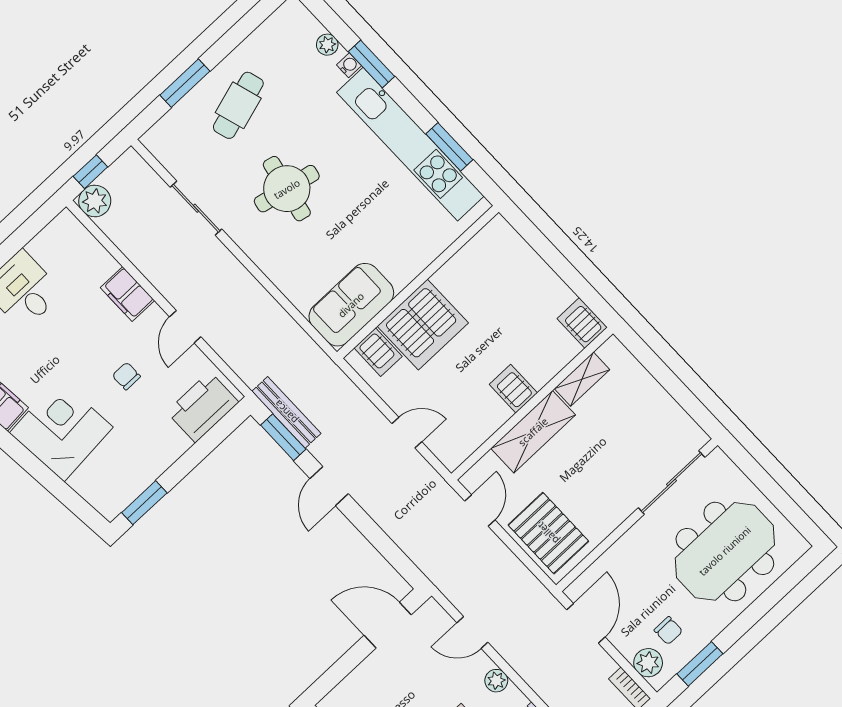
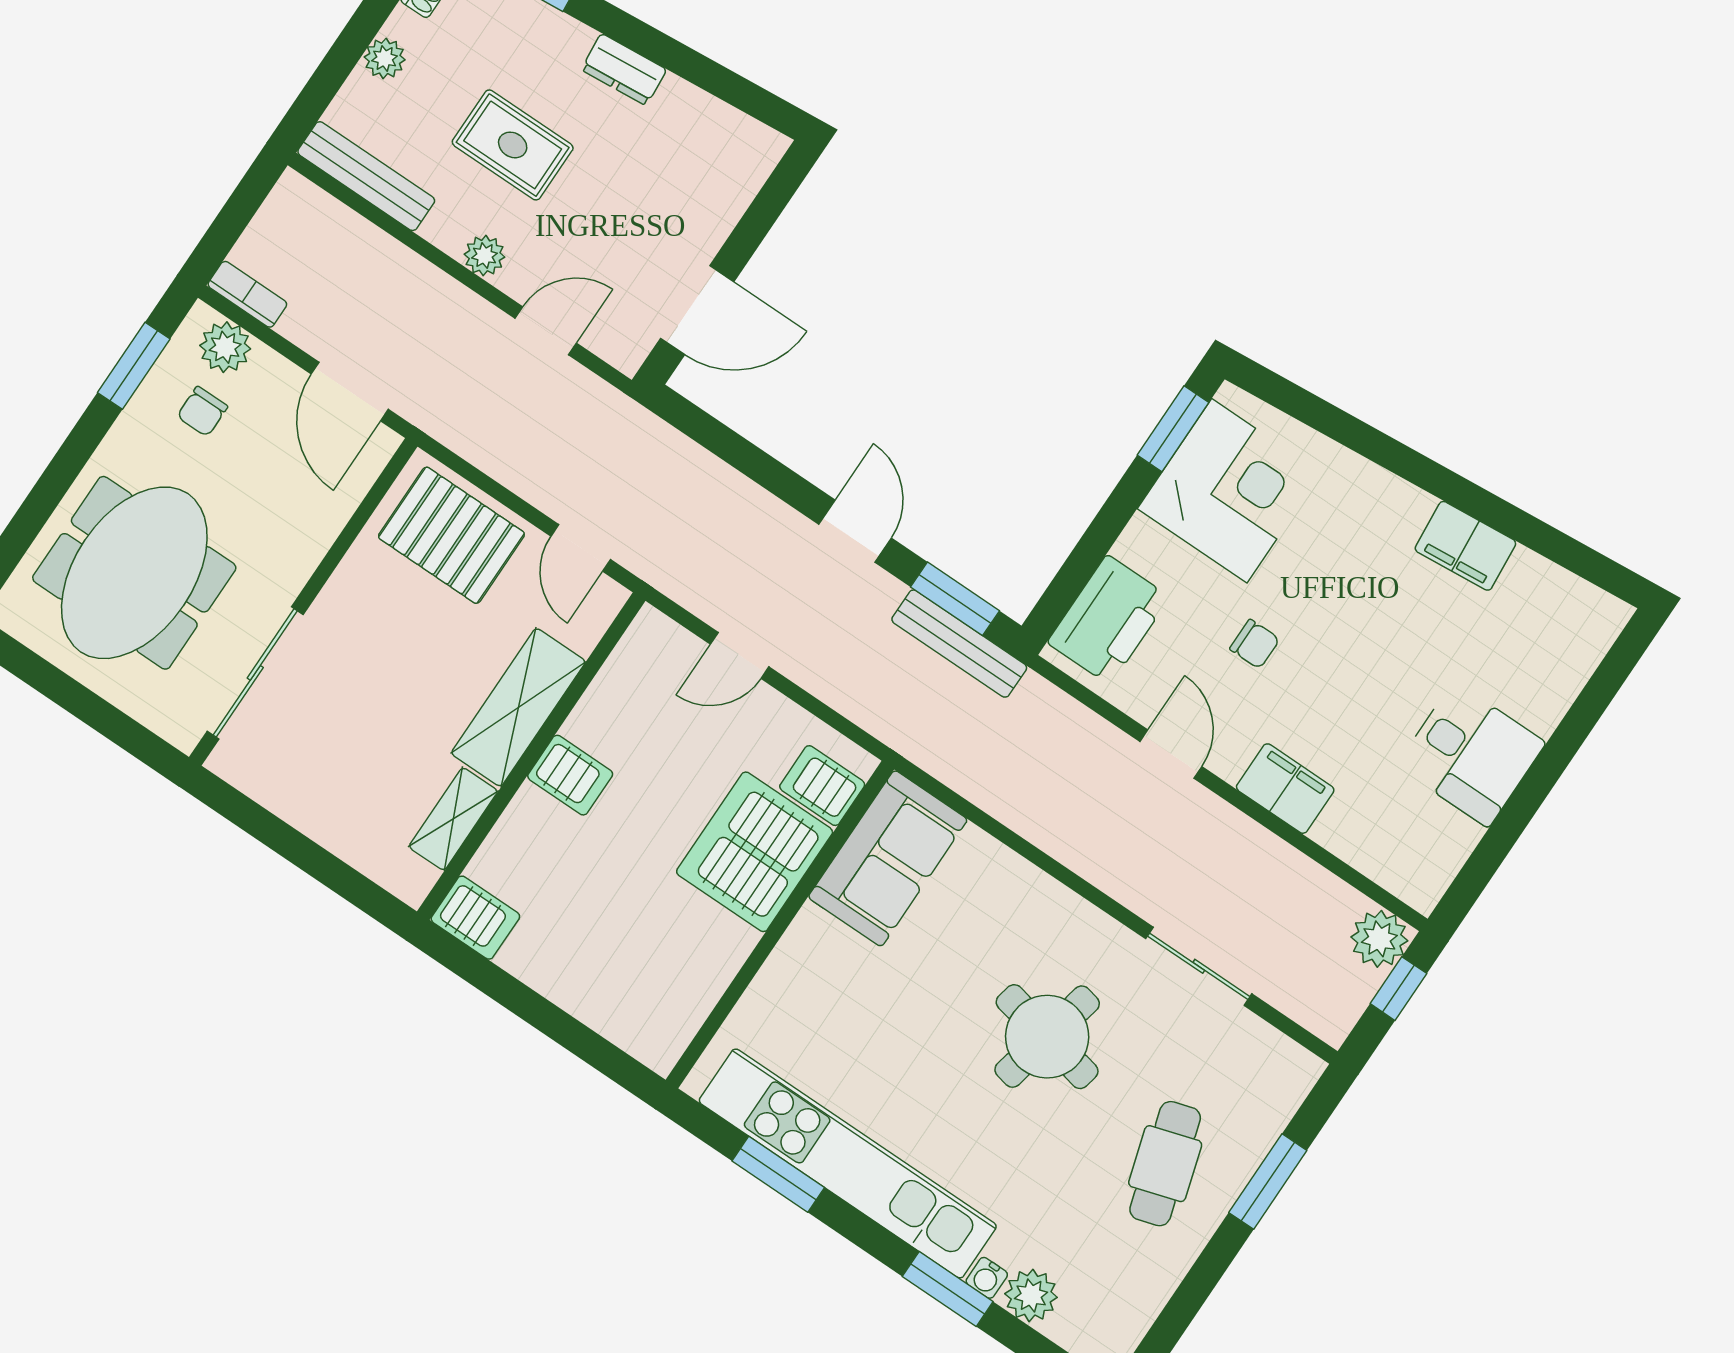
plant: (327, 45) -> (1031, 1295), width x1.38, depth x1.38
corner desk: (61, 430) -> (1229, 491), moved, turned -85
chair: (668, 631) -> (202, 411), turned -90

